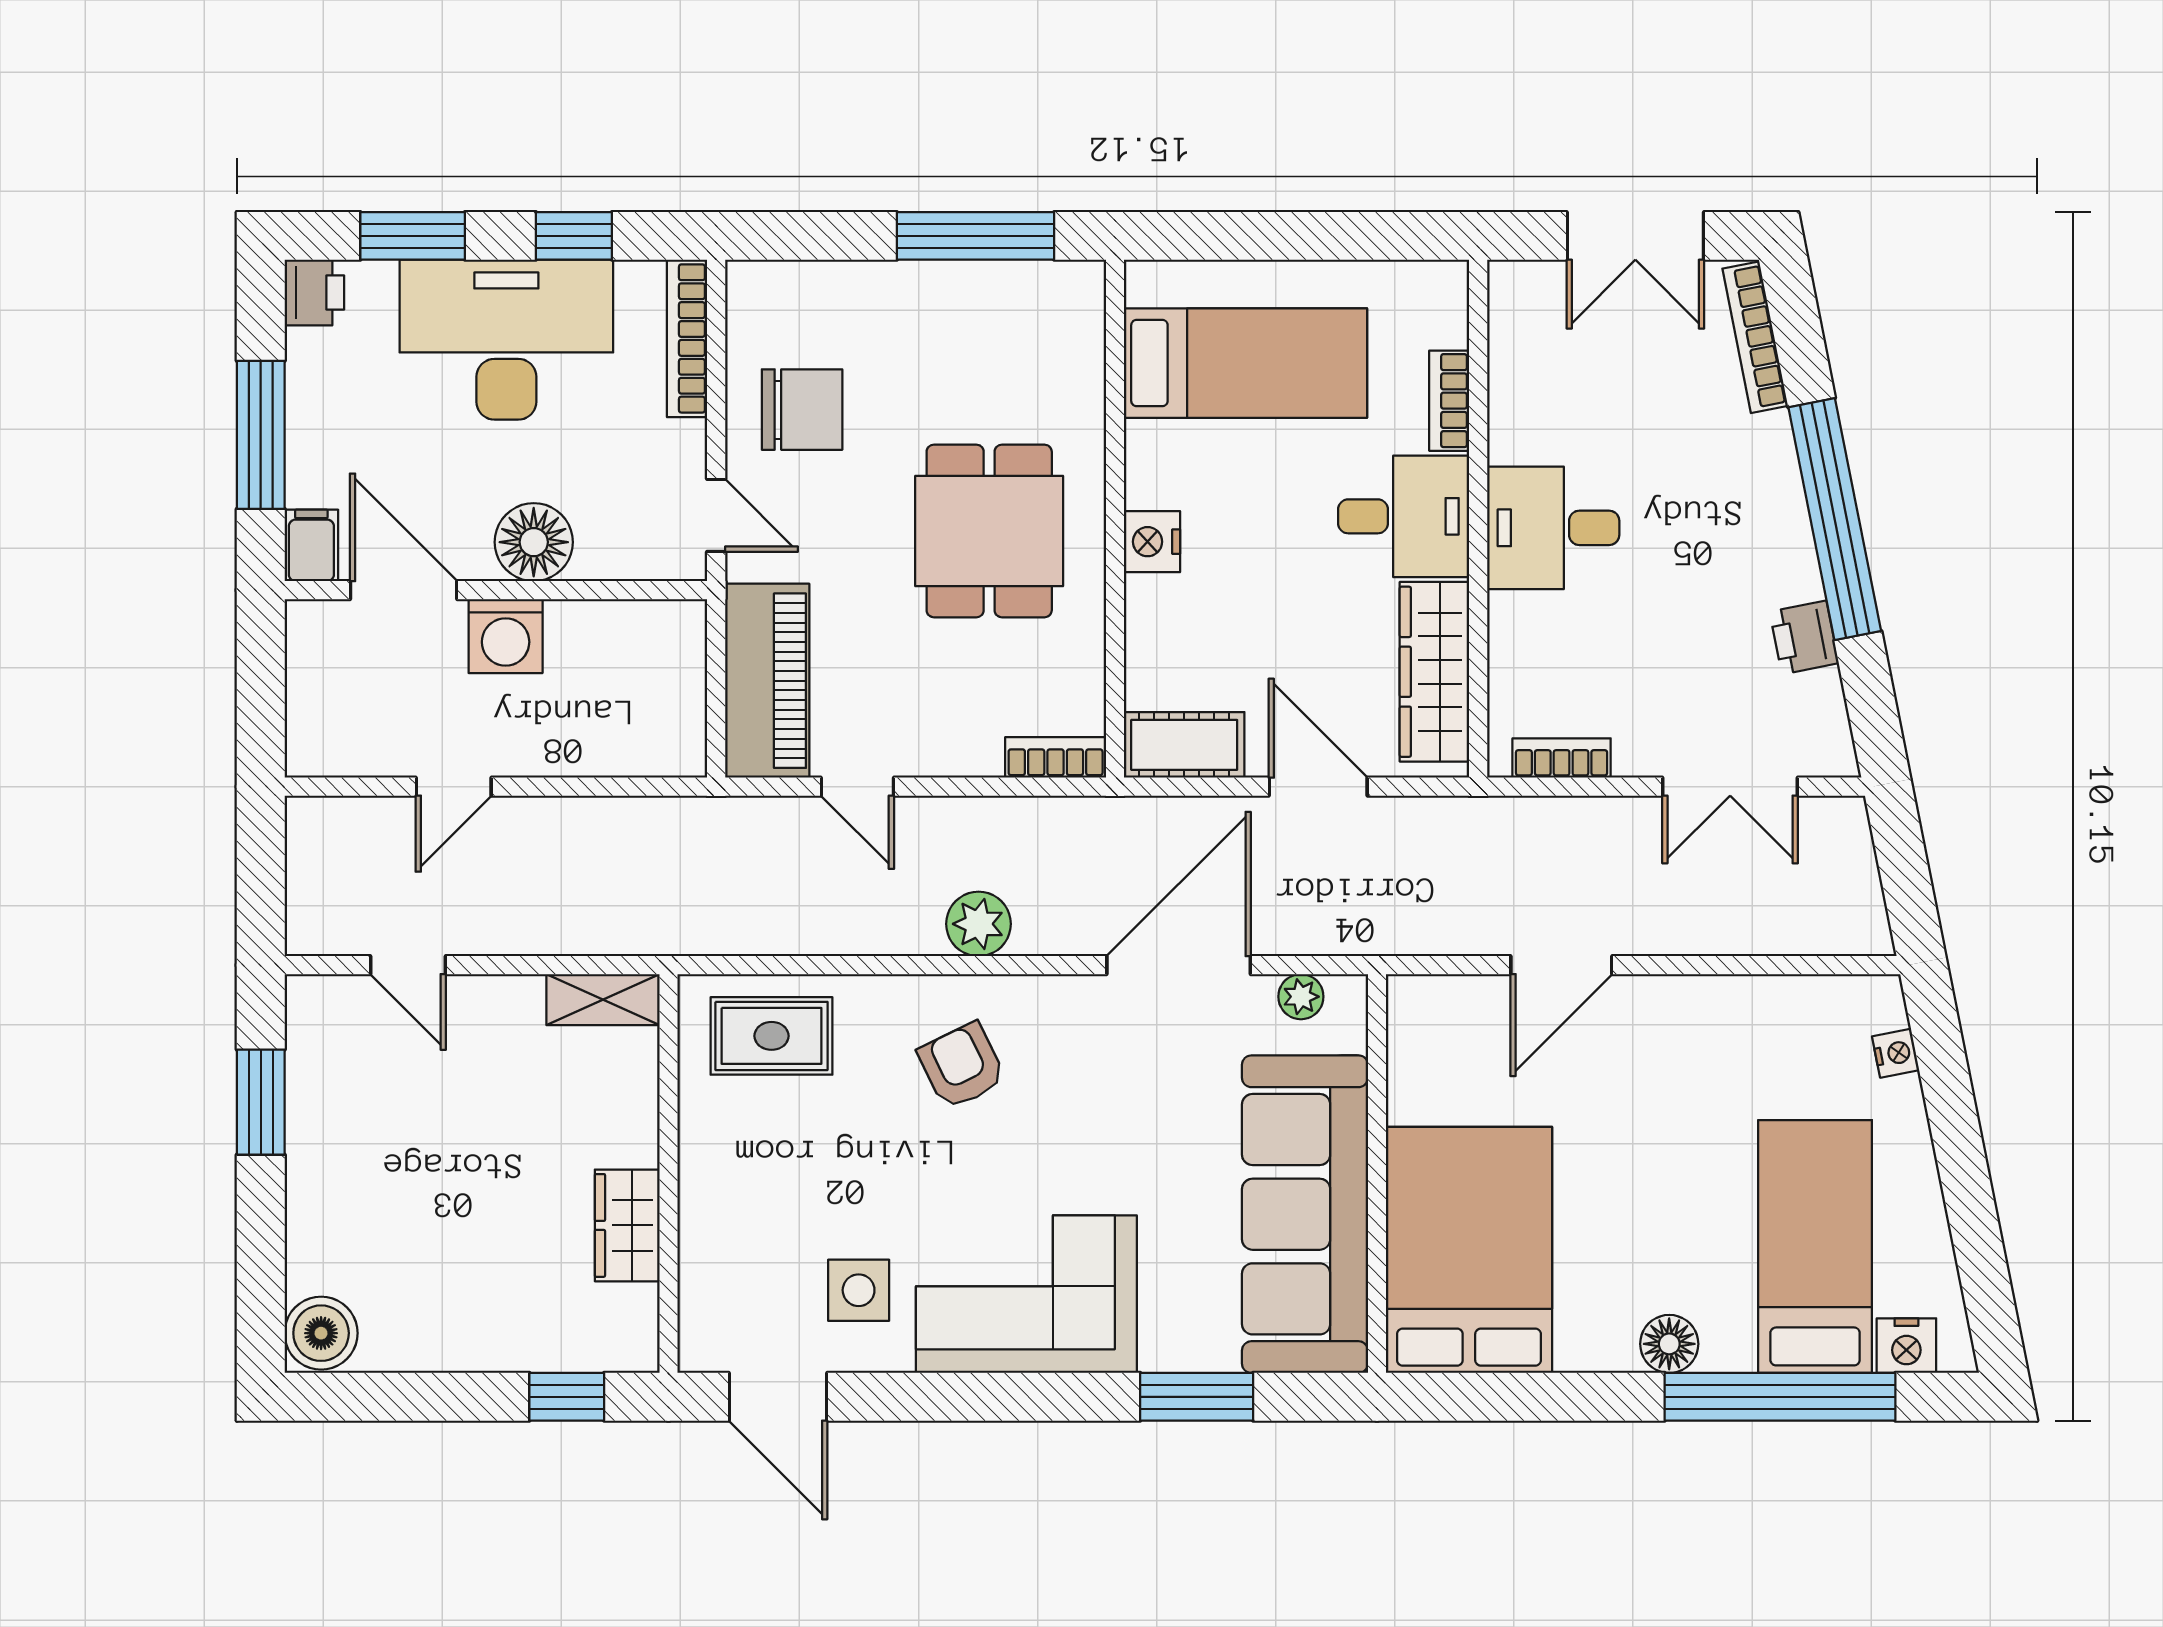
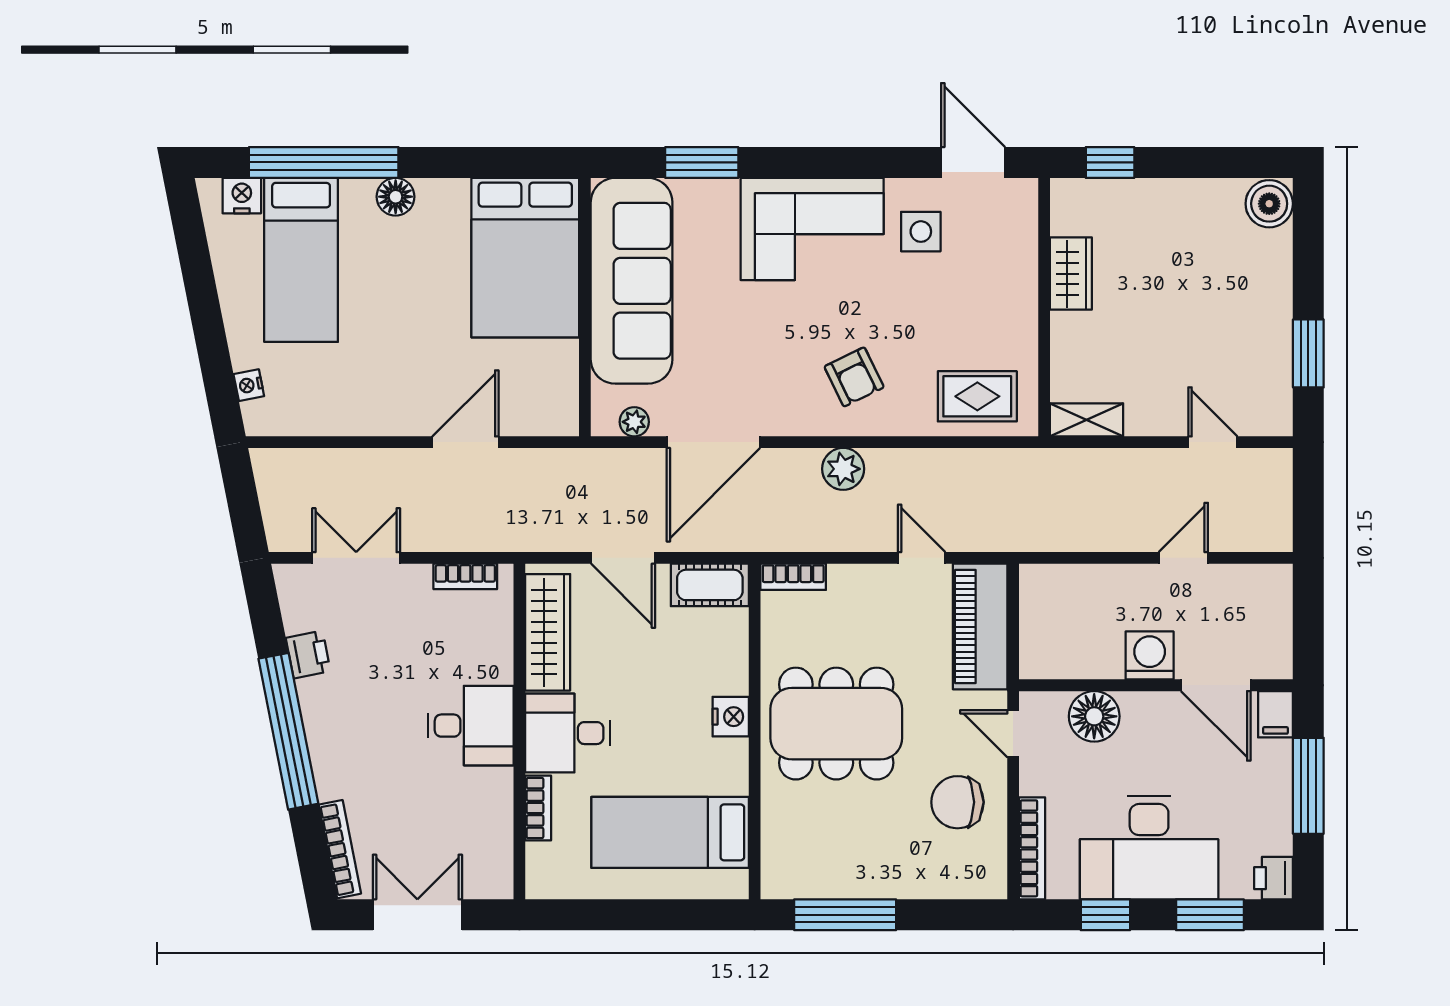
dining table: (989, 531) -> (836, 724), width x1.38
floor lamp: (534, 542) -> (1094, 716), moved

